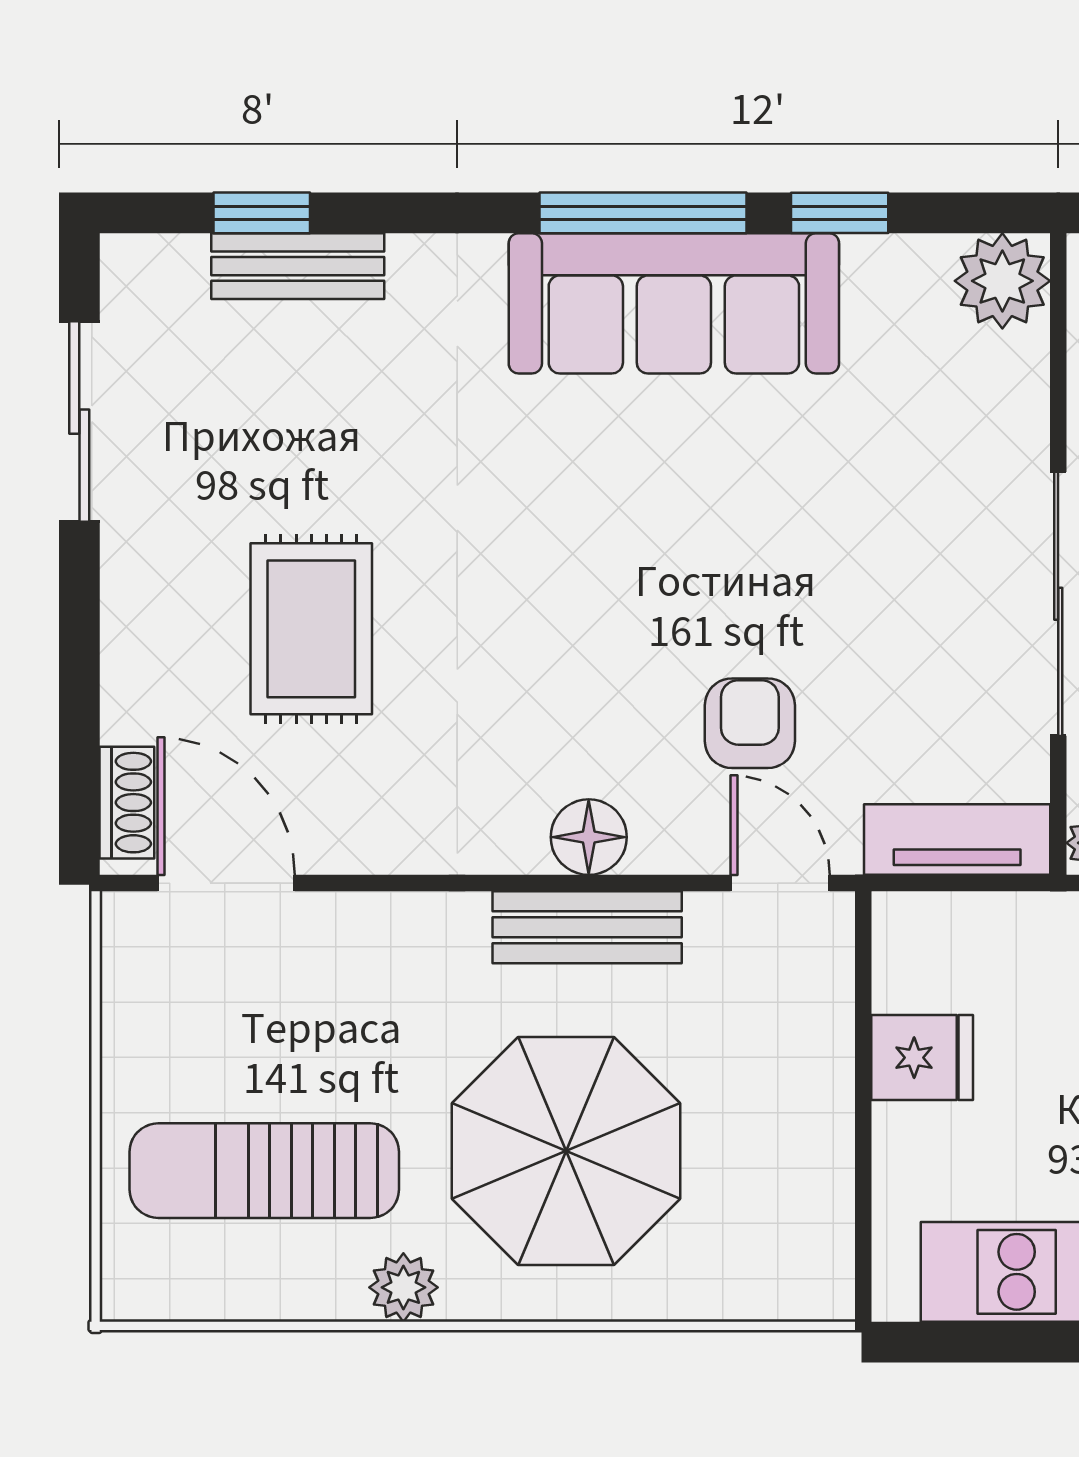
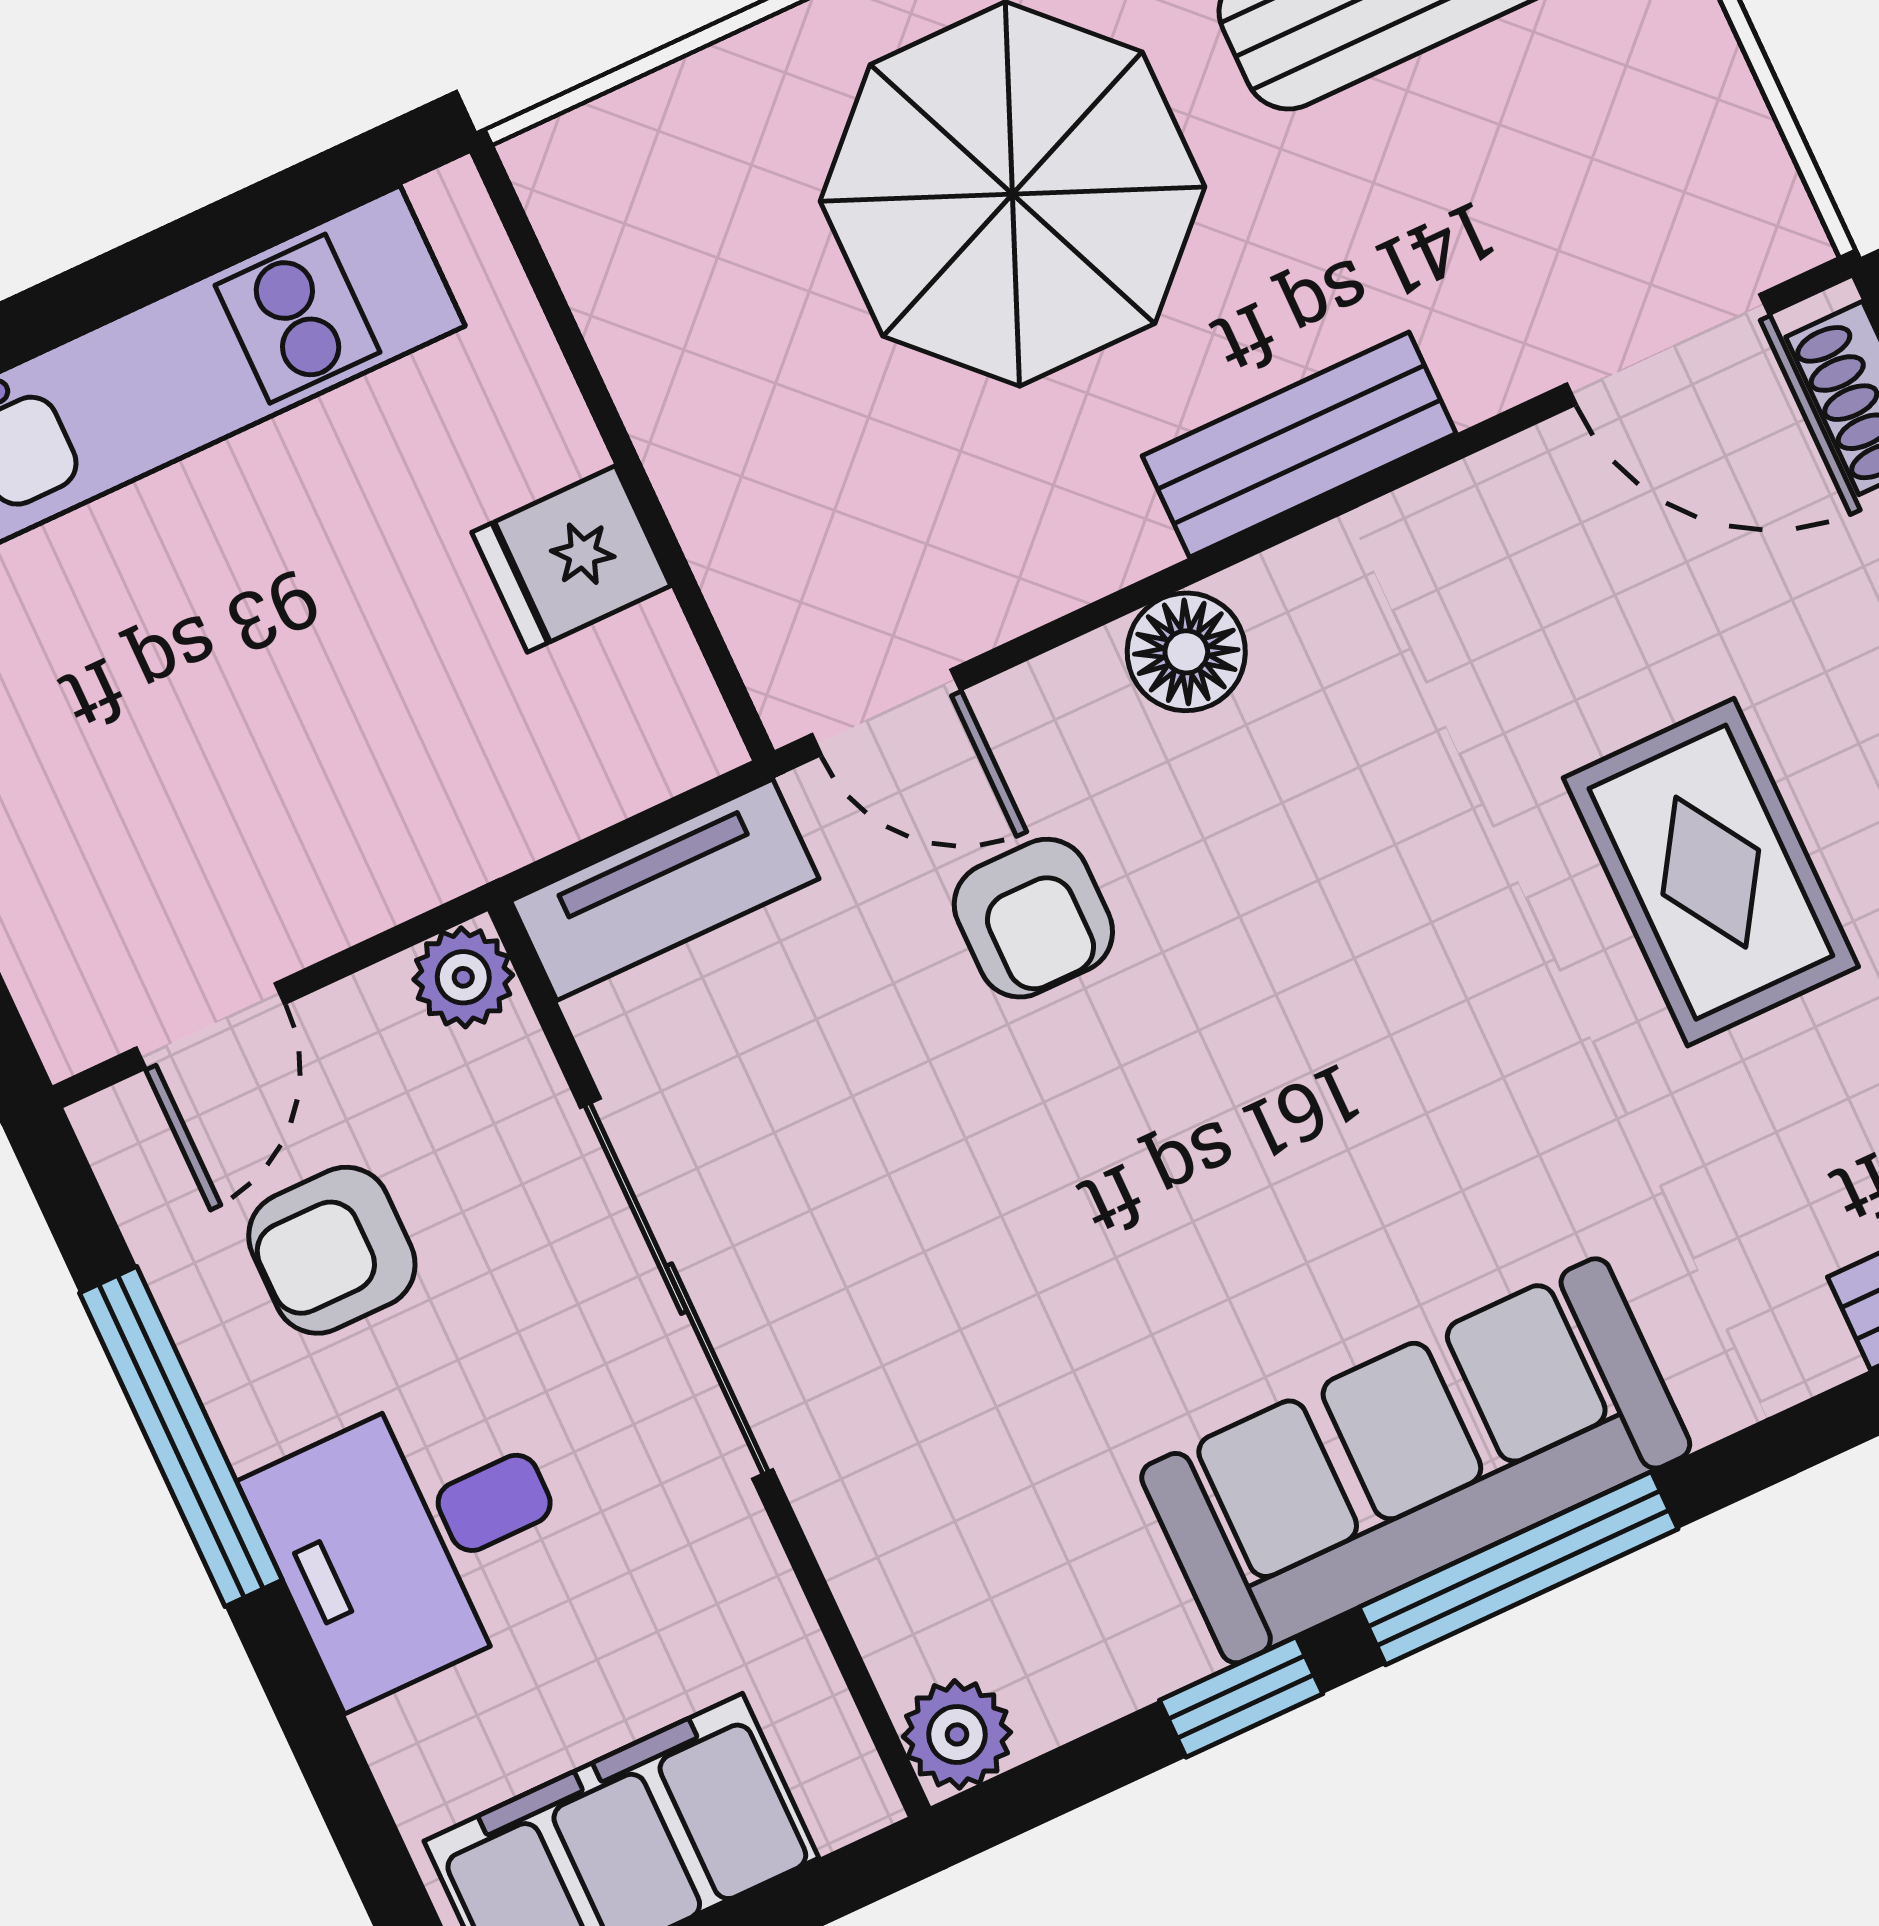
plant: (1002, 281) -> (957, 1734), width x0.73, depth x0.73
rug: (311, 629) -> (1711, 872), moved
bench: (587, 927) -> (1299, 445), moved

